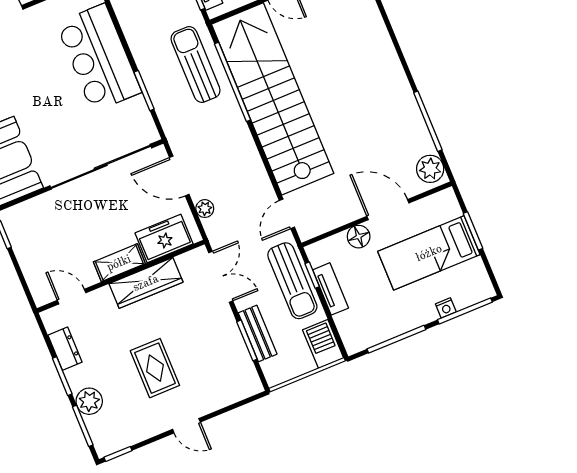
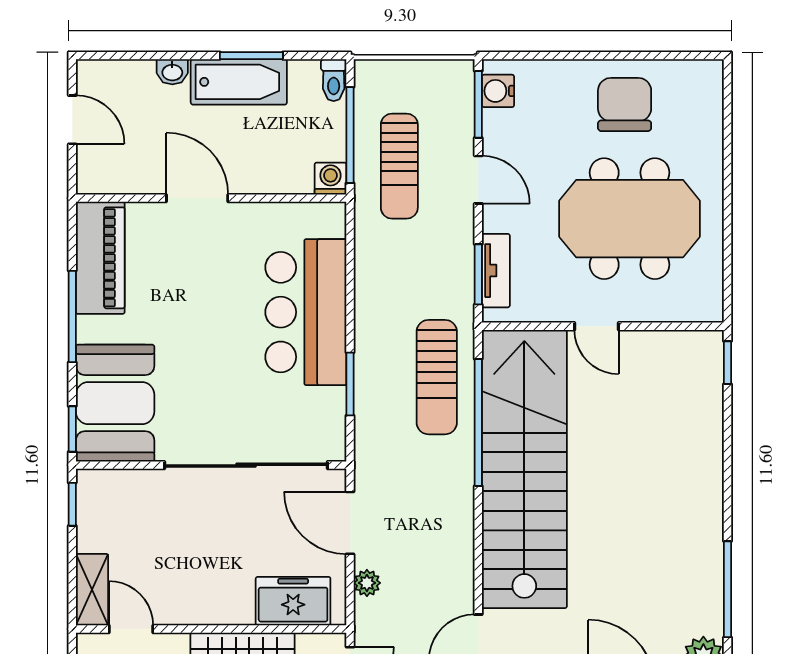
sun lounger: (196, 65) -> (437, 377), turned 180
shelving: (119, 263) -> (92, 590), moved, turned 90

